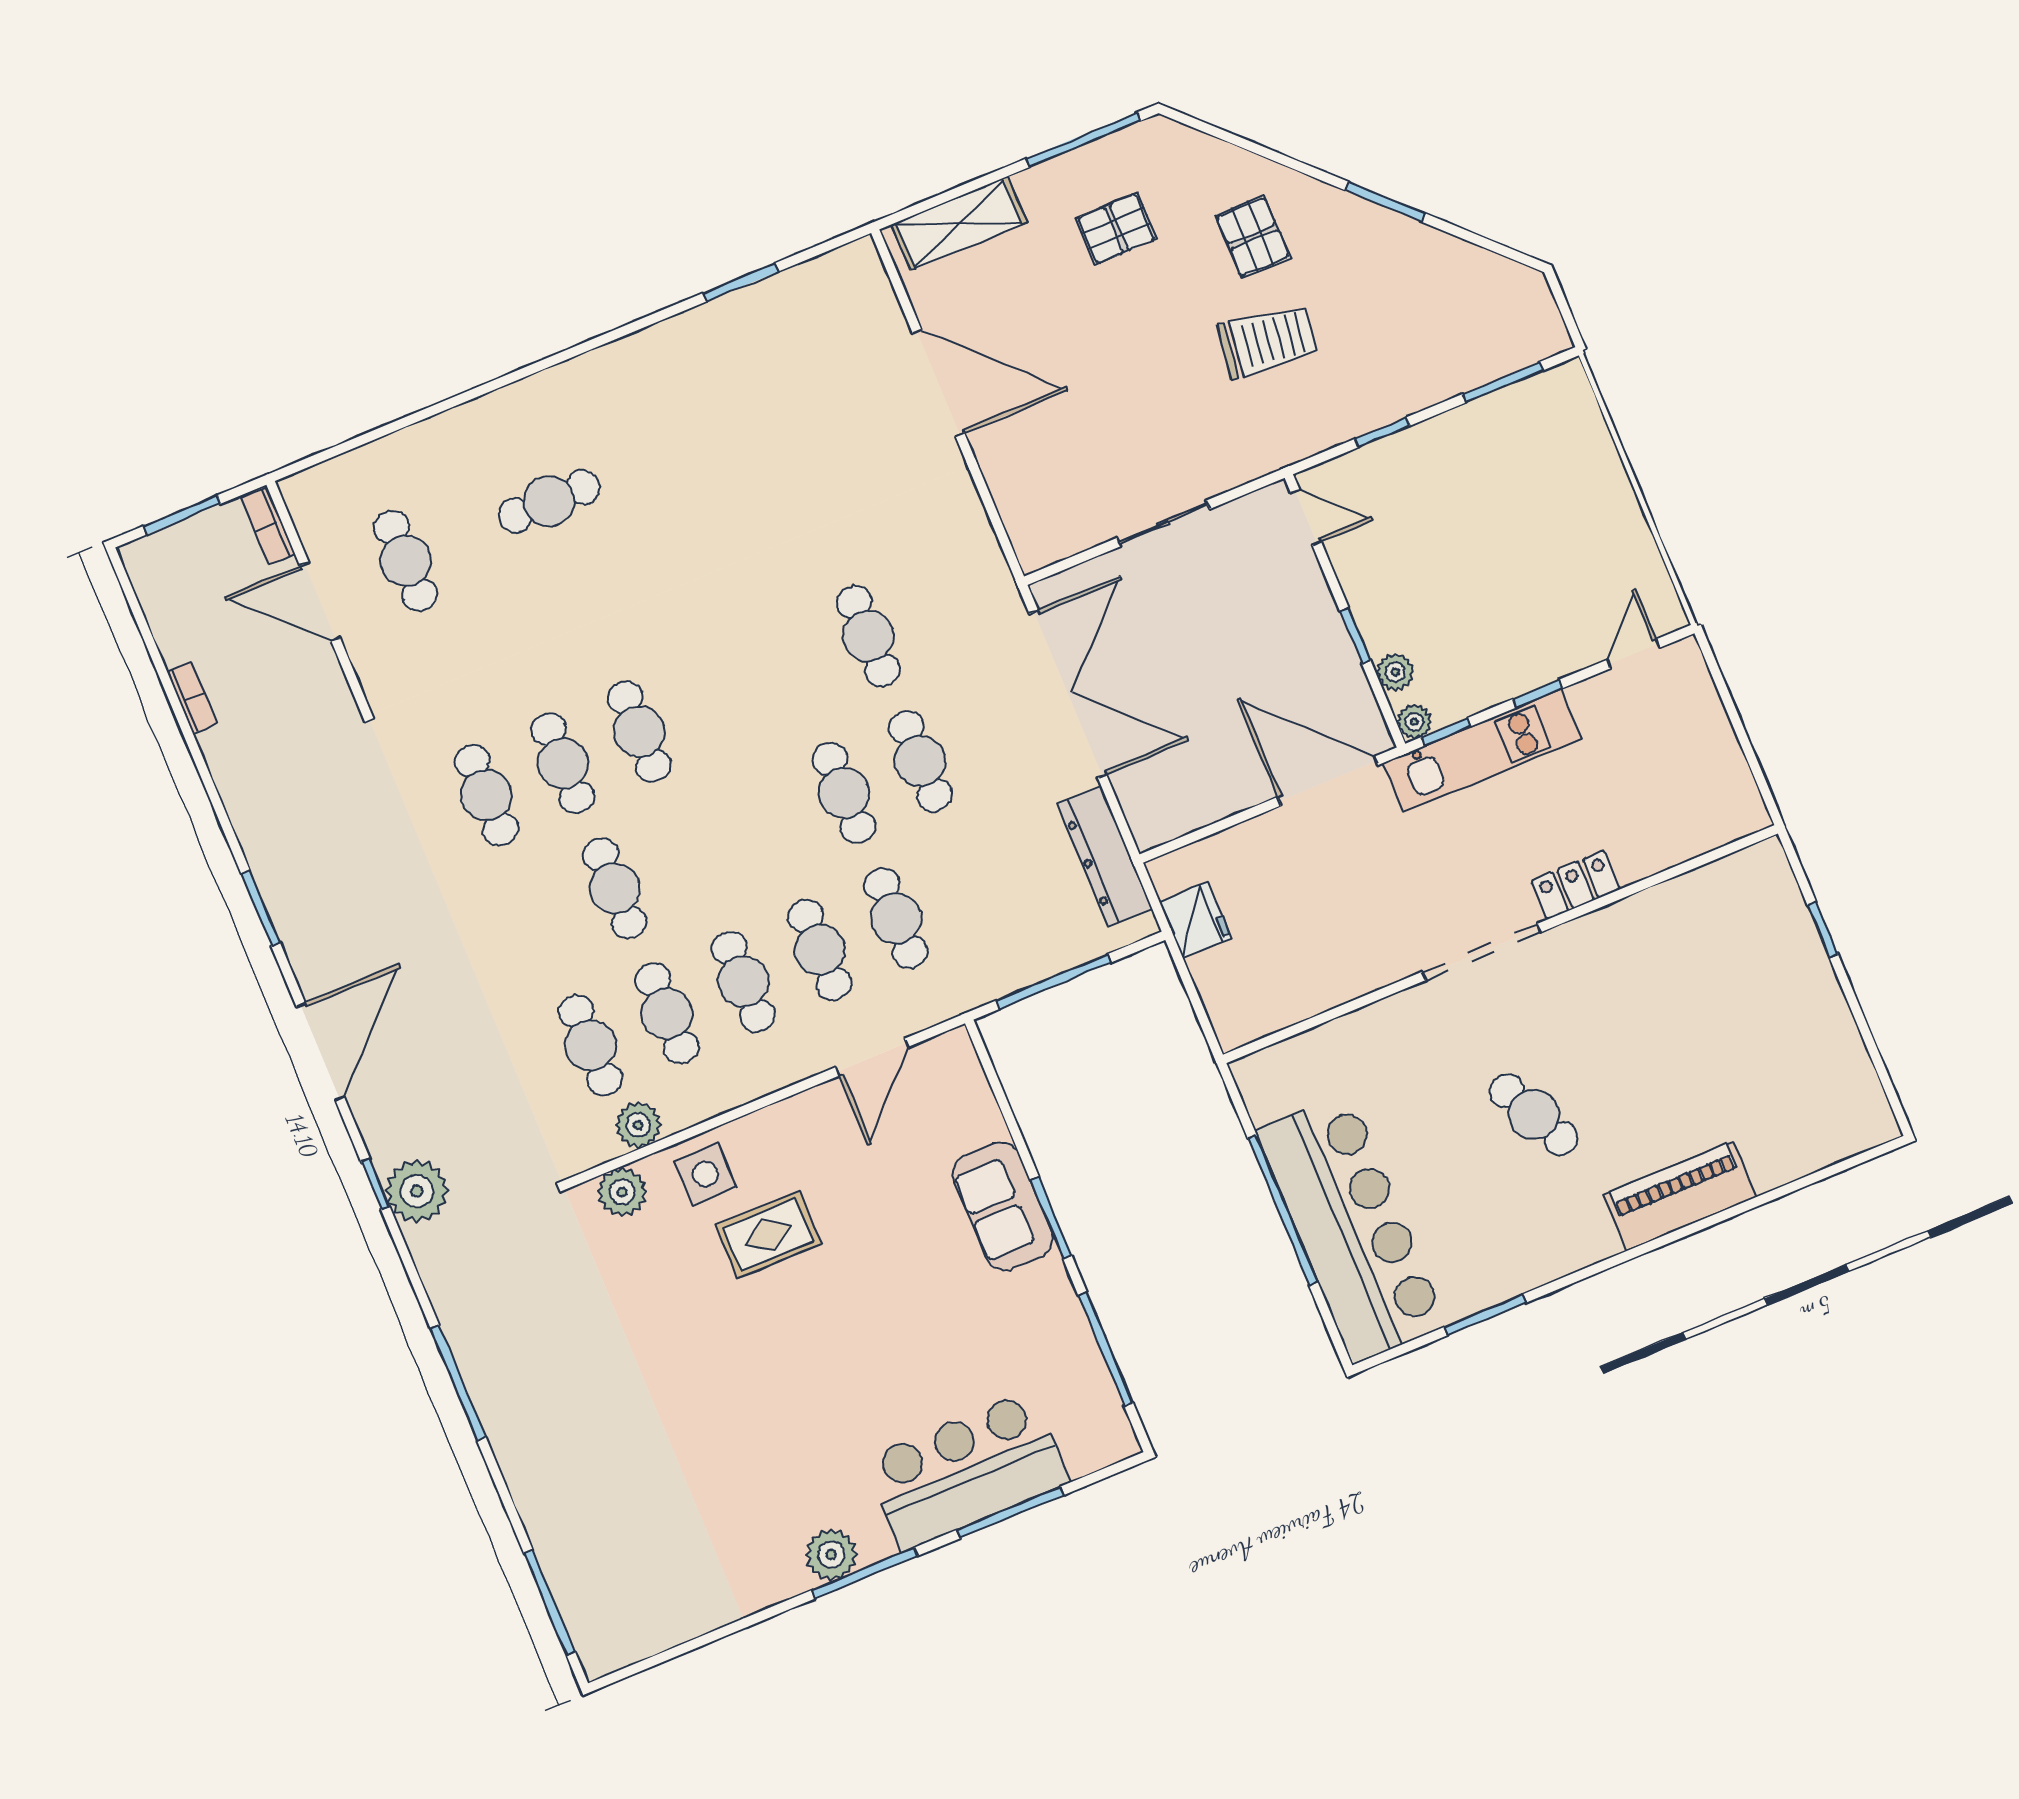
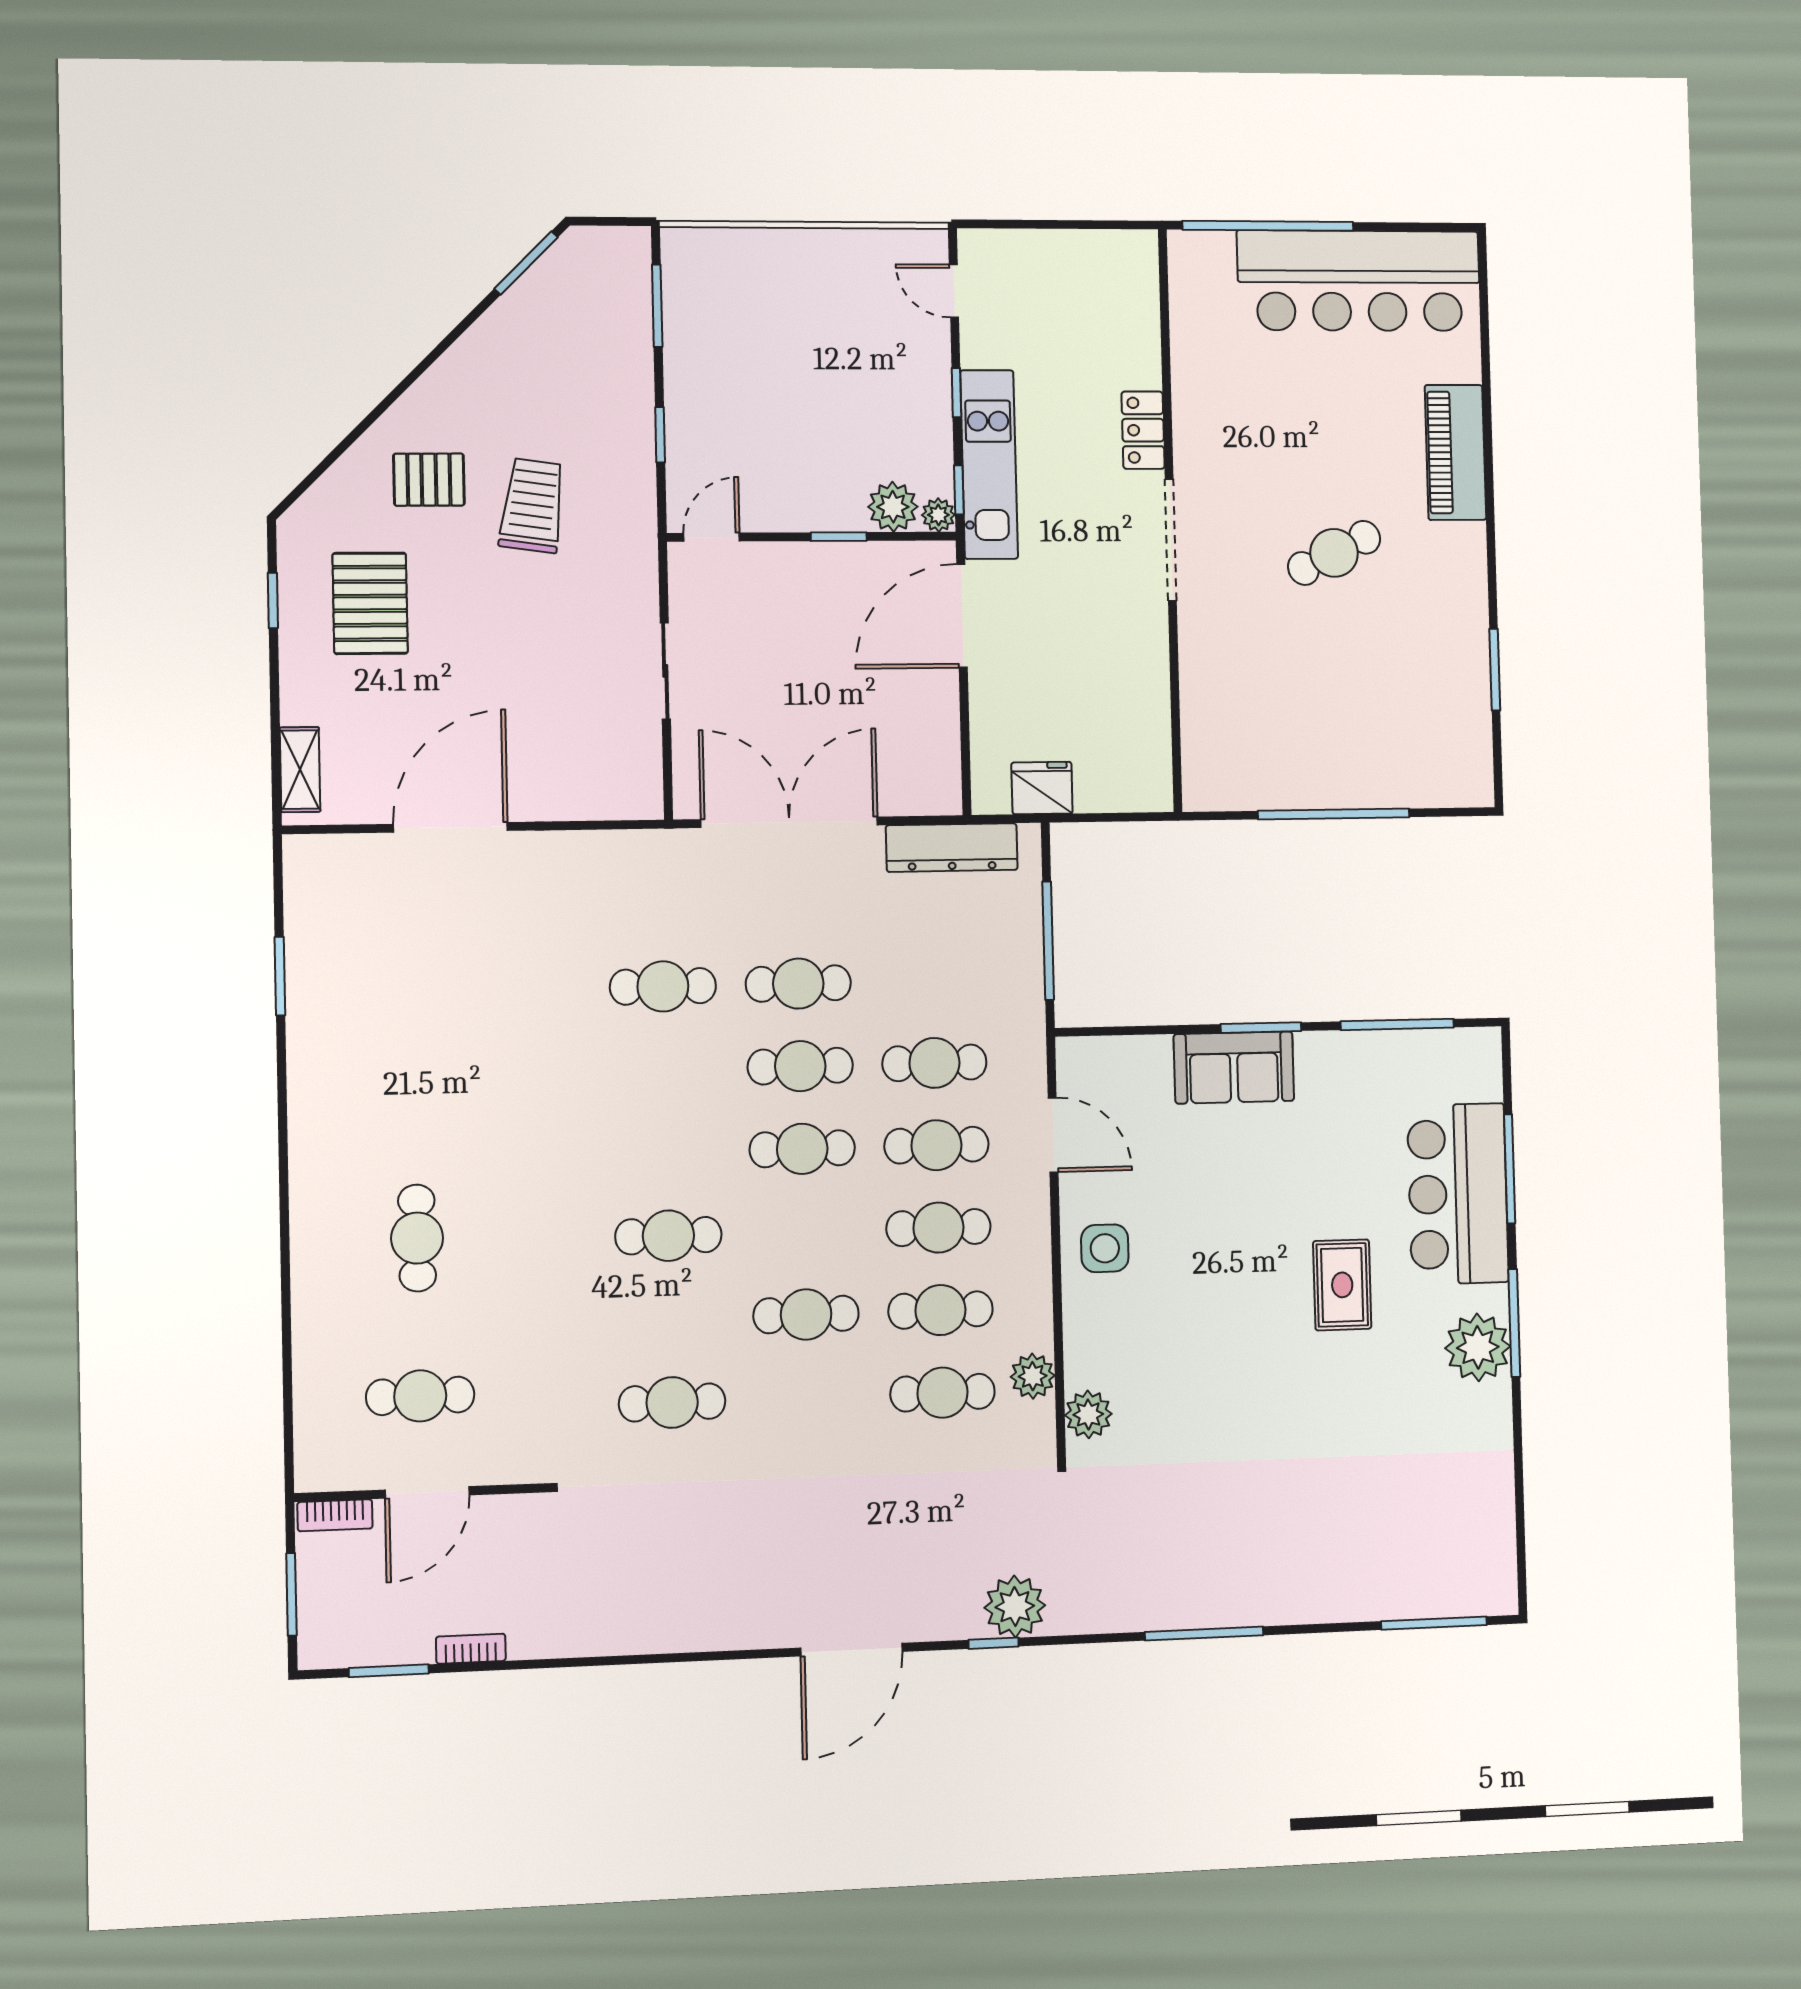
window: (1083, 140) -> (273, 600), width x0.46
window: (1385, 202) -> (526, 263), moved
shelving: (959, 223) -> (300, 770), width x0.67, depth x0.75
pallet: (1116, 229) -> (370, 603), width x1.50, depth x1.42
plant: (1395, 672) -> (893, 507), width x1.38, depth x1.38
cafe table: (563, 763) -> (802, 1149), moved
window: (261, 908) -> (389, 1671), moved
window: (1823, 930) -> (1268, 226), width x3.17
door: (320, 1052) -> (851, 1650), swing flipped
side table: (705, 1174) -> (1105, 1248), moved
bar counter: (1351, 1228) -> (1359, 281), moved, turned 180
rug: (768, 1235) -> (1342, 1285), moved
plant: (831, 1555) -> (1478, 1347), width x1.36, depth x1.36

